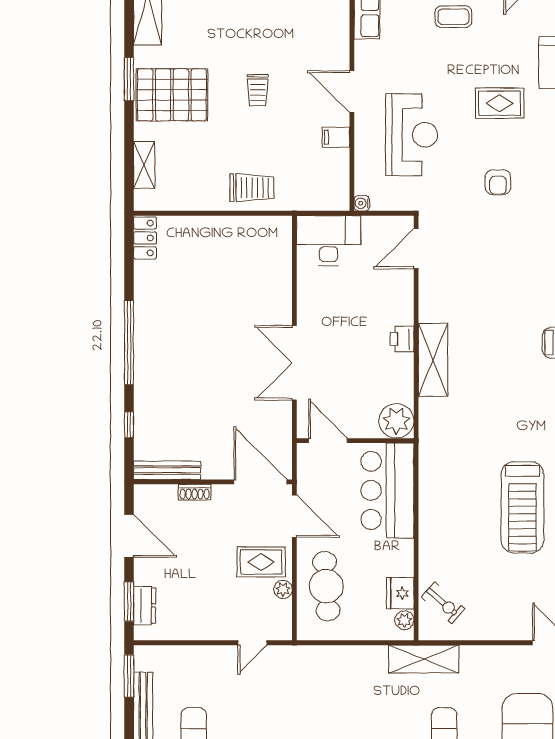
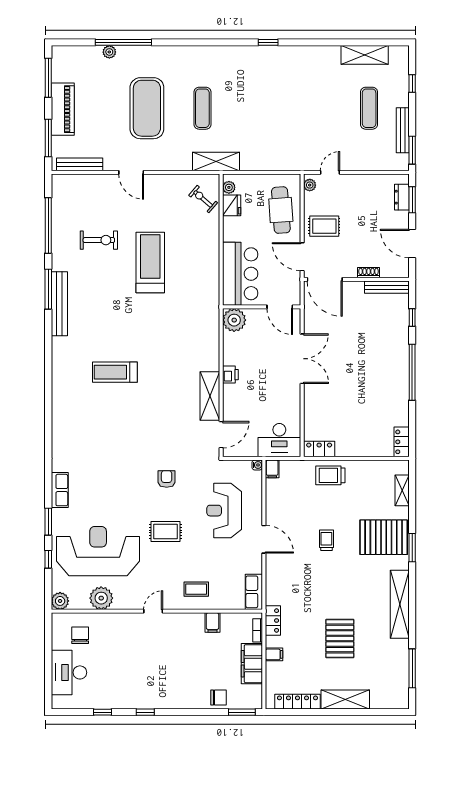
filing cabinet: (336, 137) -> (272, 469), moved, turned 90
locker: (269, 227) -> (319, 449), added
shelving: (433, 360) -> (210, 396), moved
plant: (283, 589) -> (310, 185), moved

